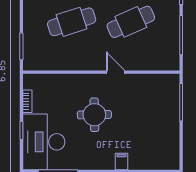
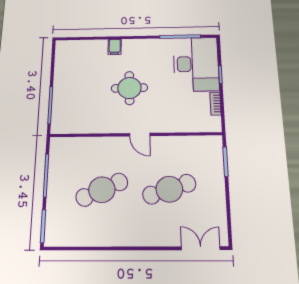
door: (116, 72) -> (140, 135), moved
round table: (94, 115) -> (129, 88), moved

